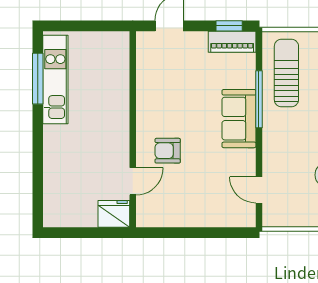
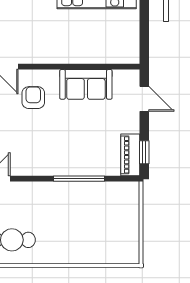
sun lounger: (286, 73) -> (102, 203), removed
sofa: (239, 119) -> (86, 84), moved, turned 180

